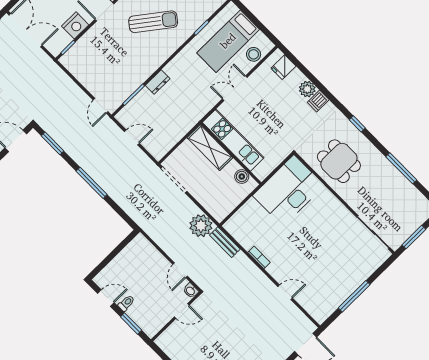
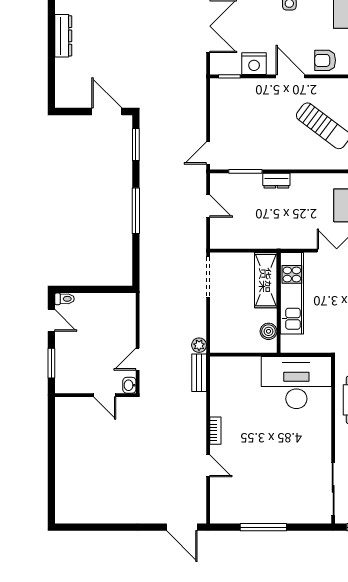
plant: (201, 226) -> (199, 345), width x0.53, depth x0.53
bookcase: (259, 257) -> (215, 431), moved
toilet: (126, 303) -> (65, 299), moved

